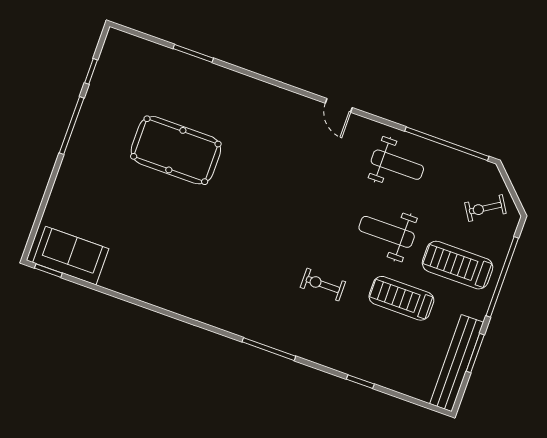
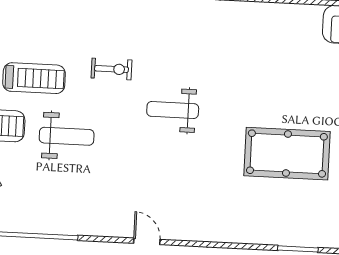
weight bench: (397, 165) -> (173, 110), moved

